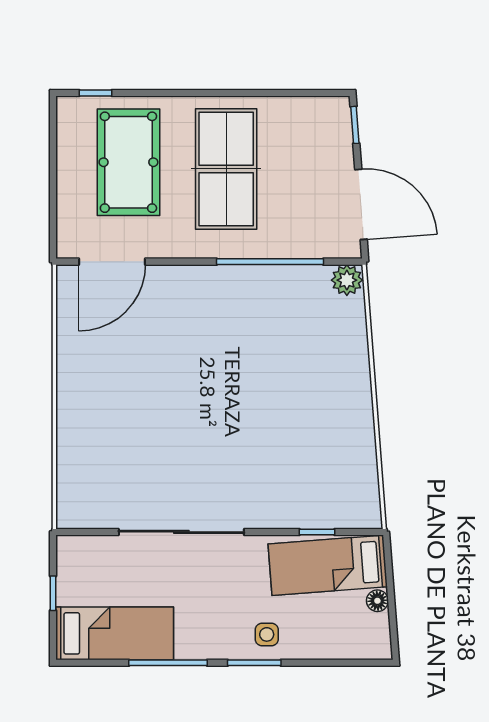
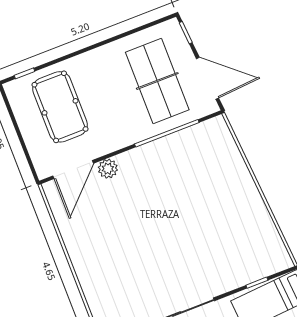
table tennis table: (226, 169) -> (157, 81), moved
plant: (347, 280) -> (108, 169), moved

